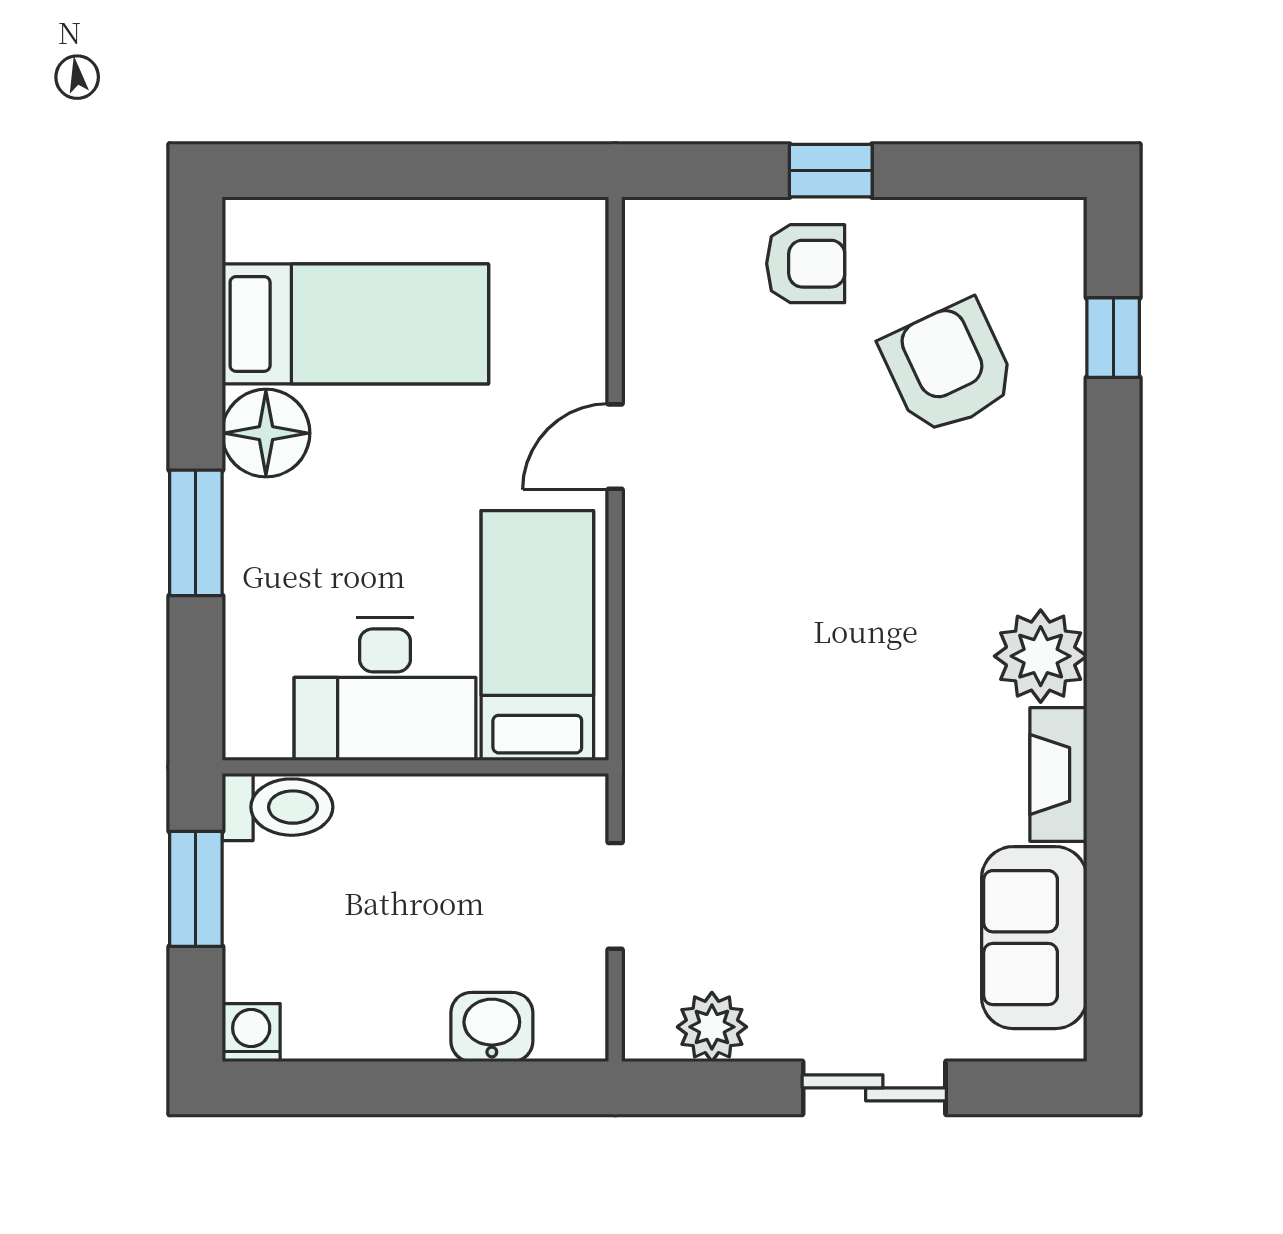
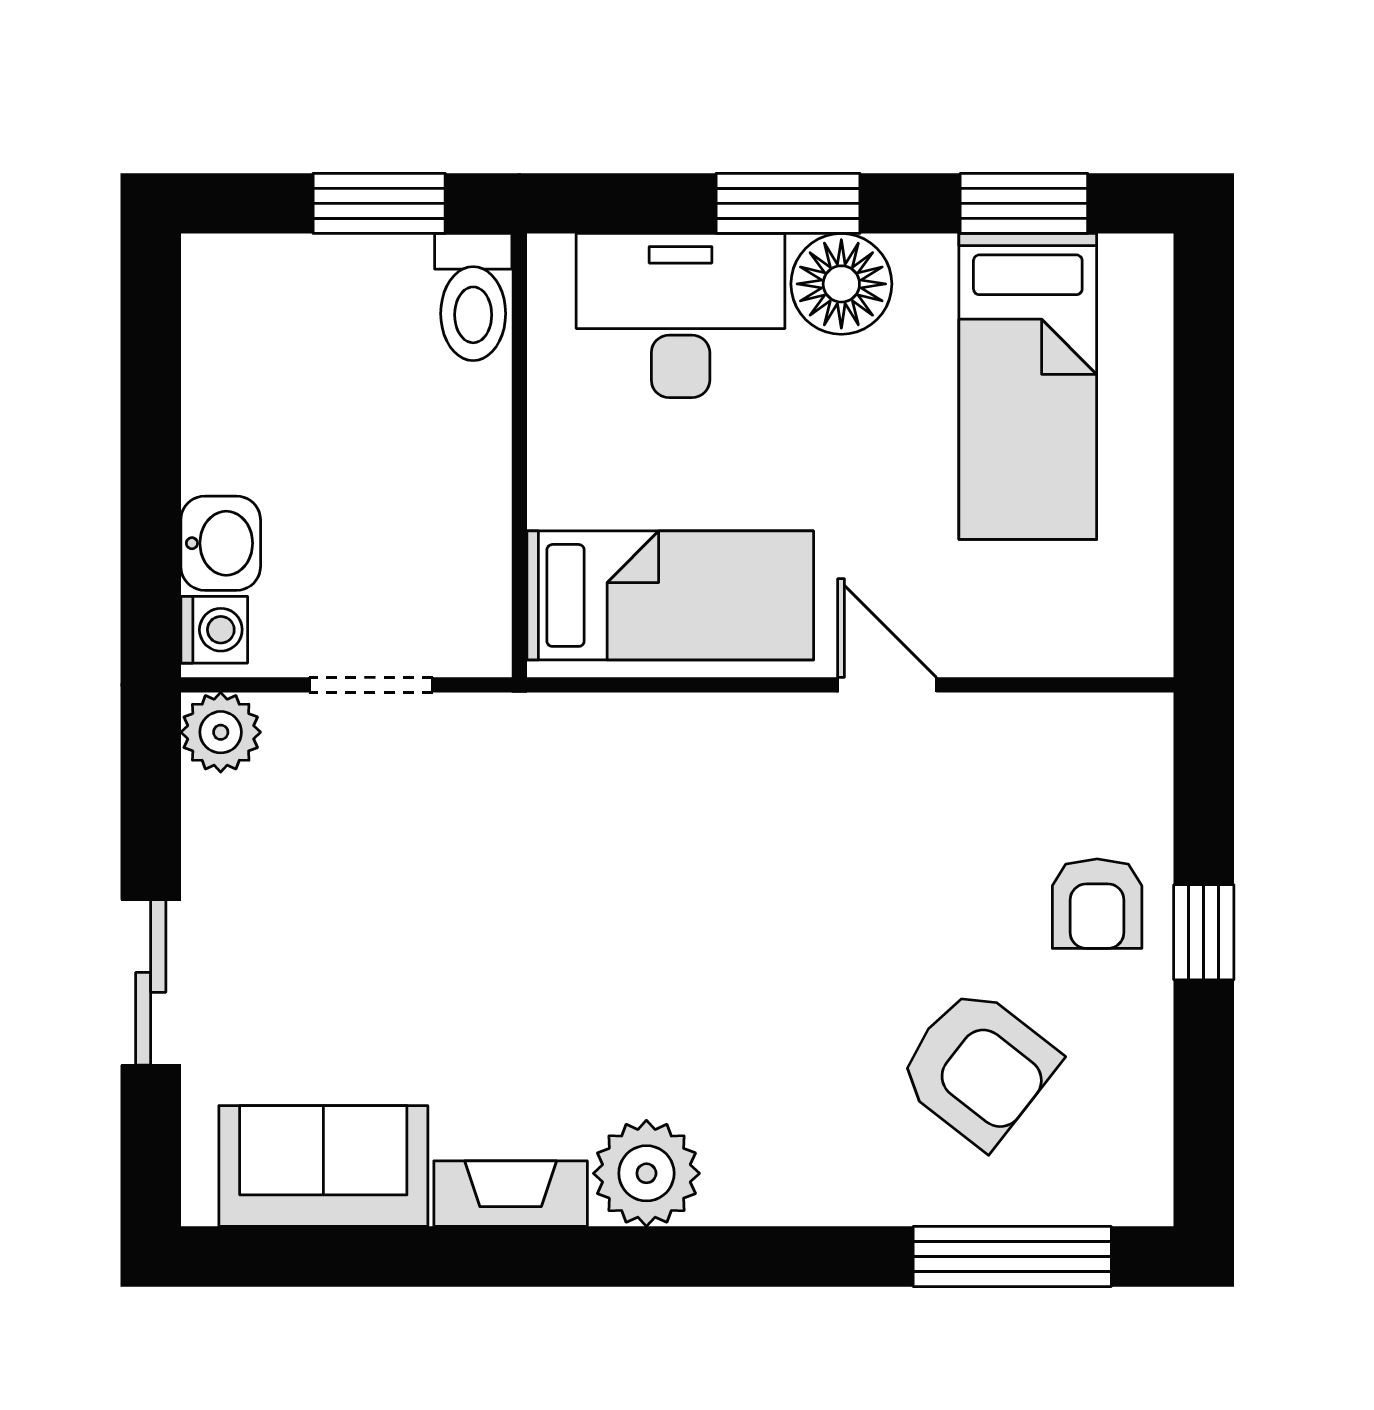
window: (196, 327) -> (1024, 203), added
window: (1113, 338) -> (1012, 1257), width x2.17
armchair: (948, 368) -> (978, 1067), turned 63
floor lamp: (266, 433) -> (841, 284), moved
desk: (385, 689) -> (681, 315), moved, turned 90
plant: (712, 1027) -> (221, 732), moved
washing machine: (251, 1033) -> (214, 630), moved

